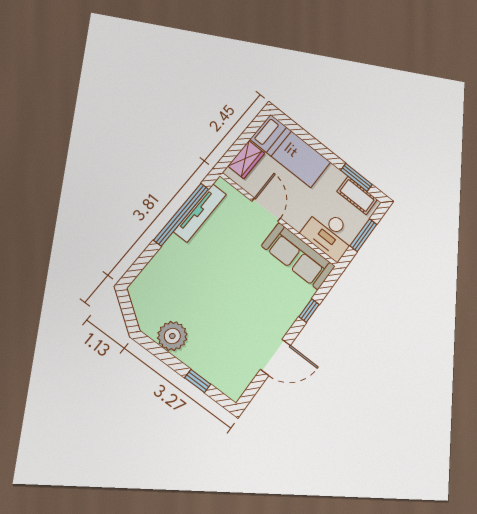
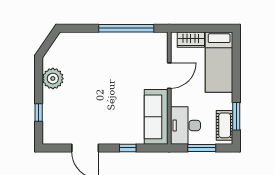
tv unit: (200, 213) -> (136, 38), removed

